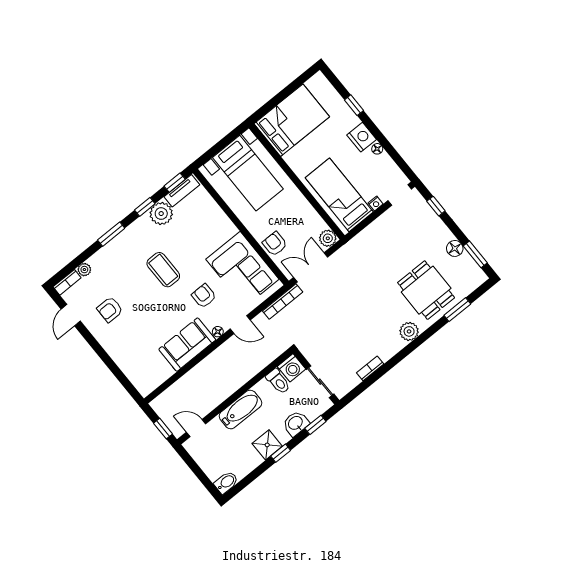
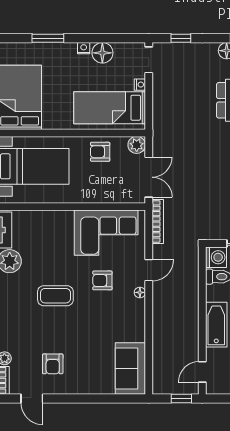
window: (354, 105) -> (48, 38), width x1.50
nightstand: (362, 137) -> (84, 48), width x0.53, depth x0.56
floor lamp: (377, 149) -> (102, 53), width x1.89, depth x1.89
armchair: (275, 244) -> (100, 152), moved
double door: (311, 267) -> (149, 177), swing flipped
sofa: (187, 345) -> (130, 368), moved

